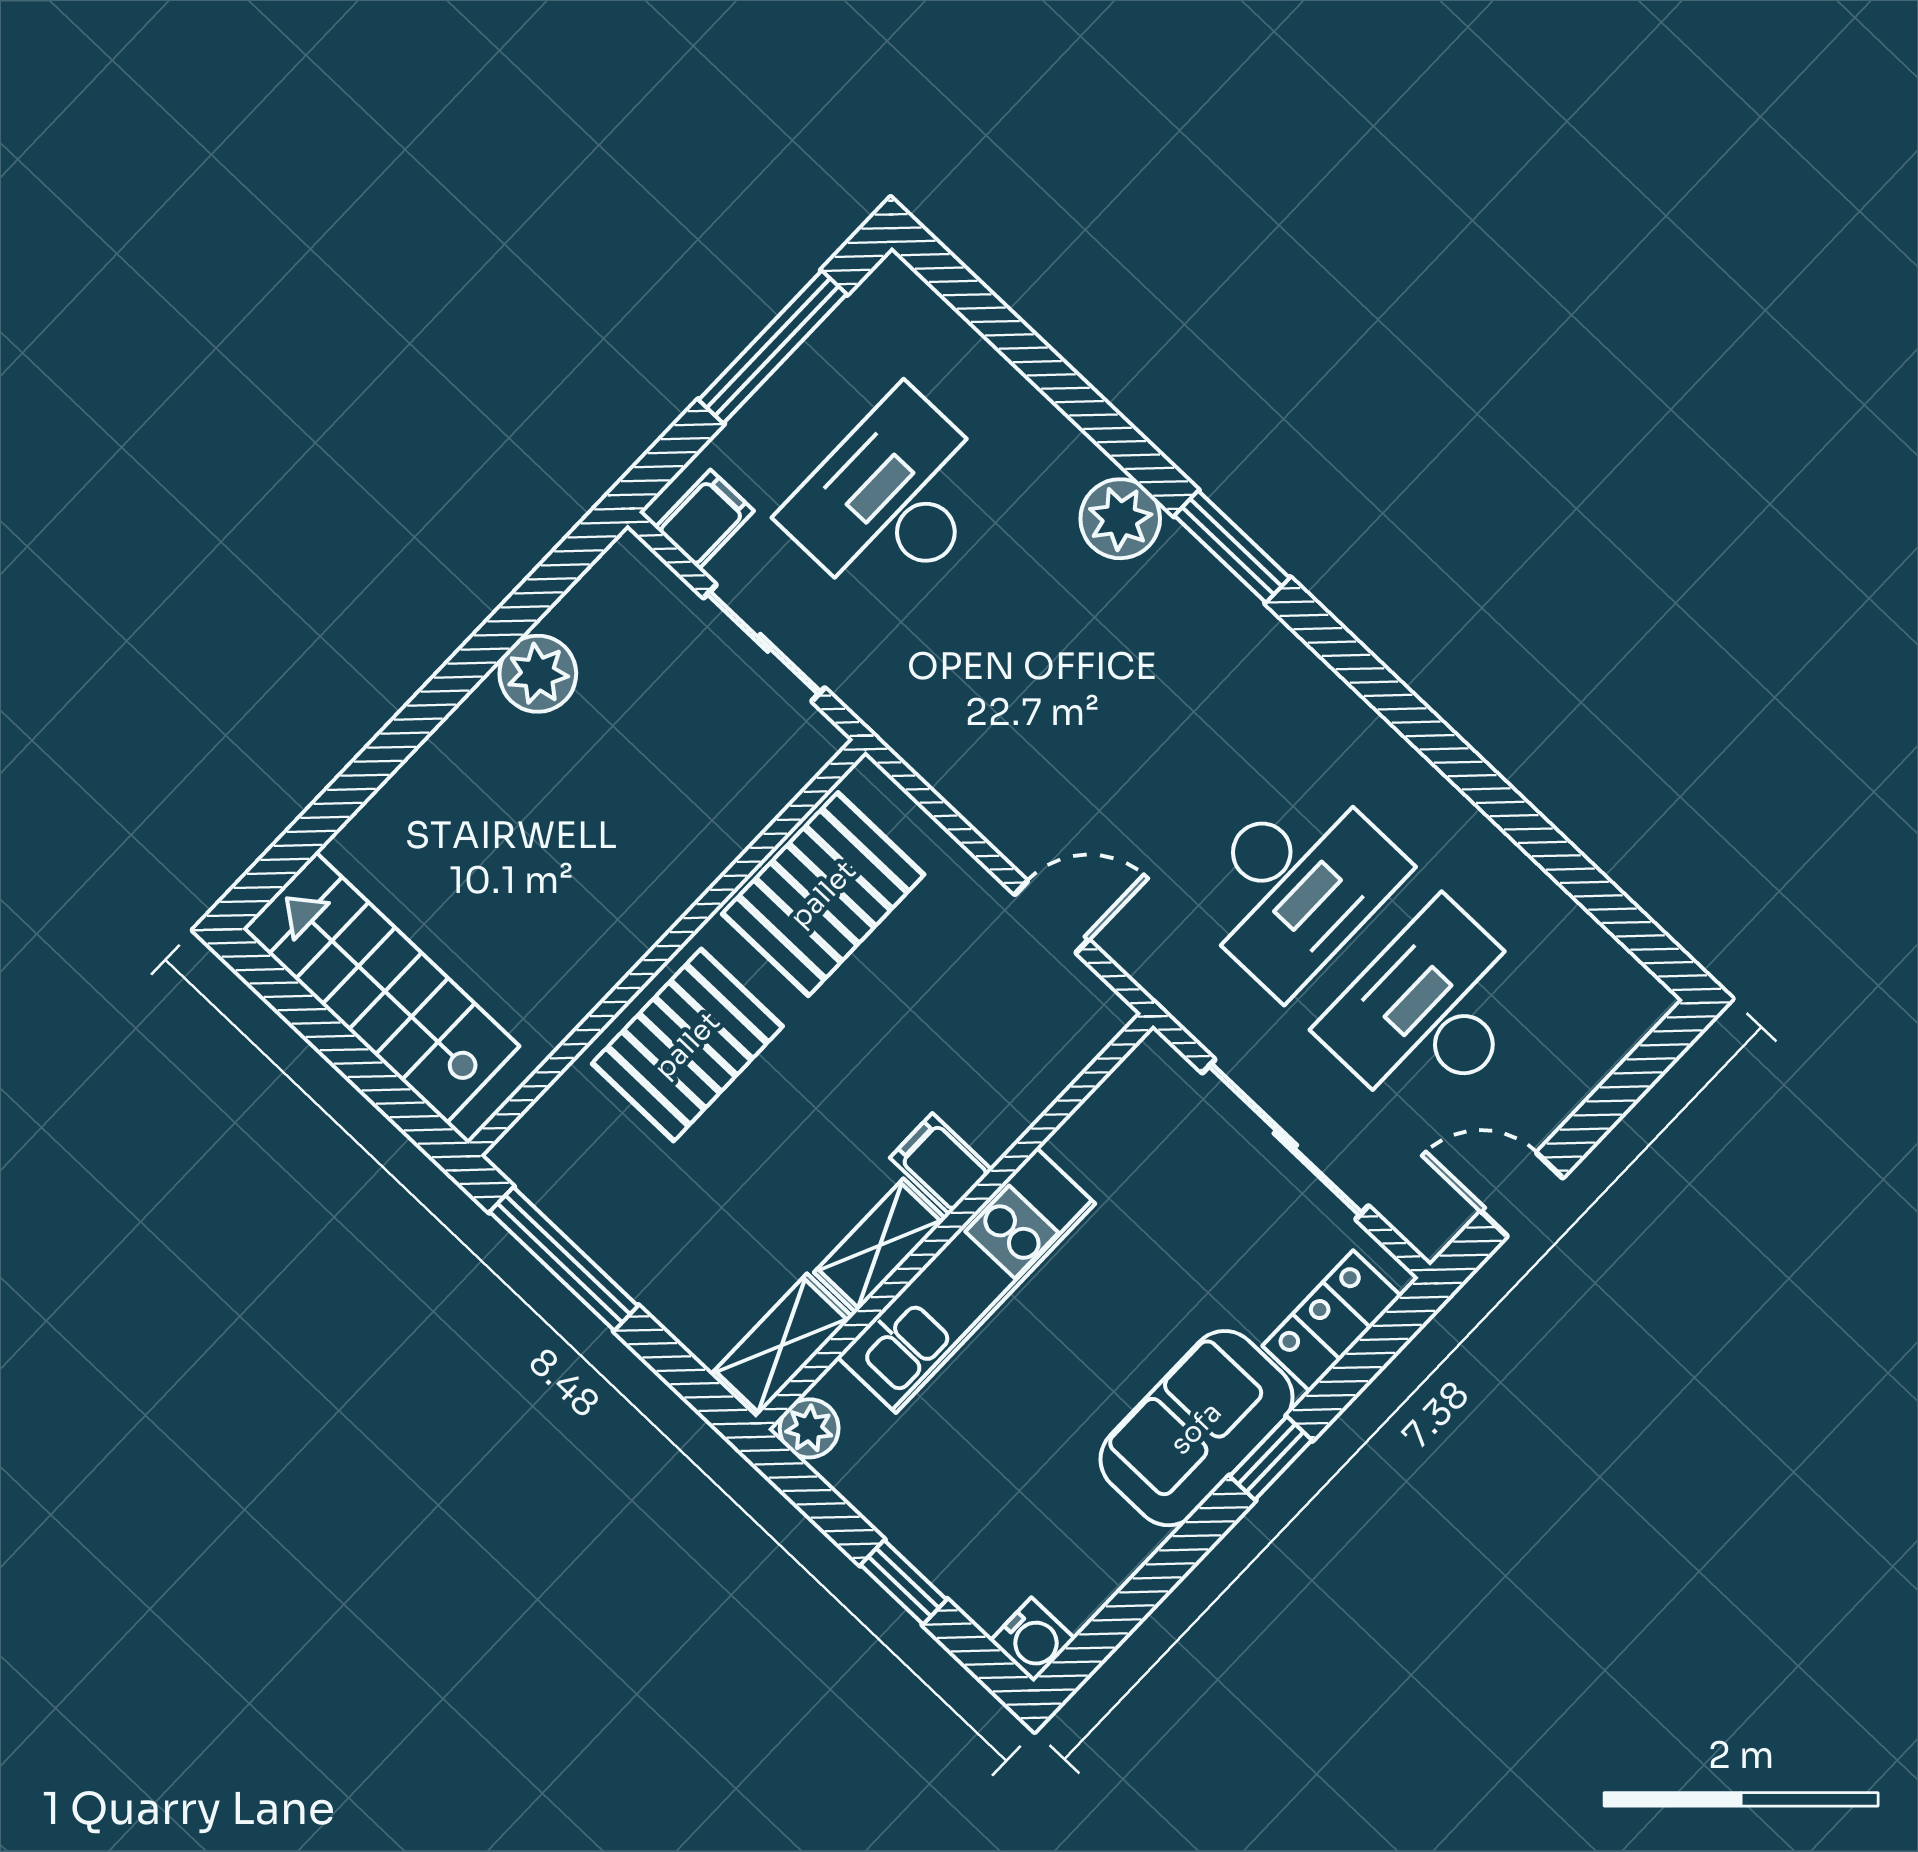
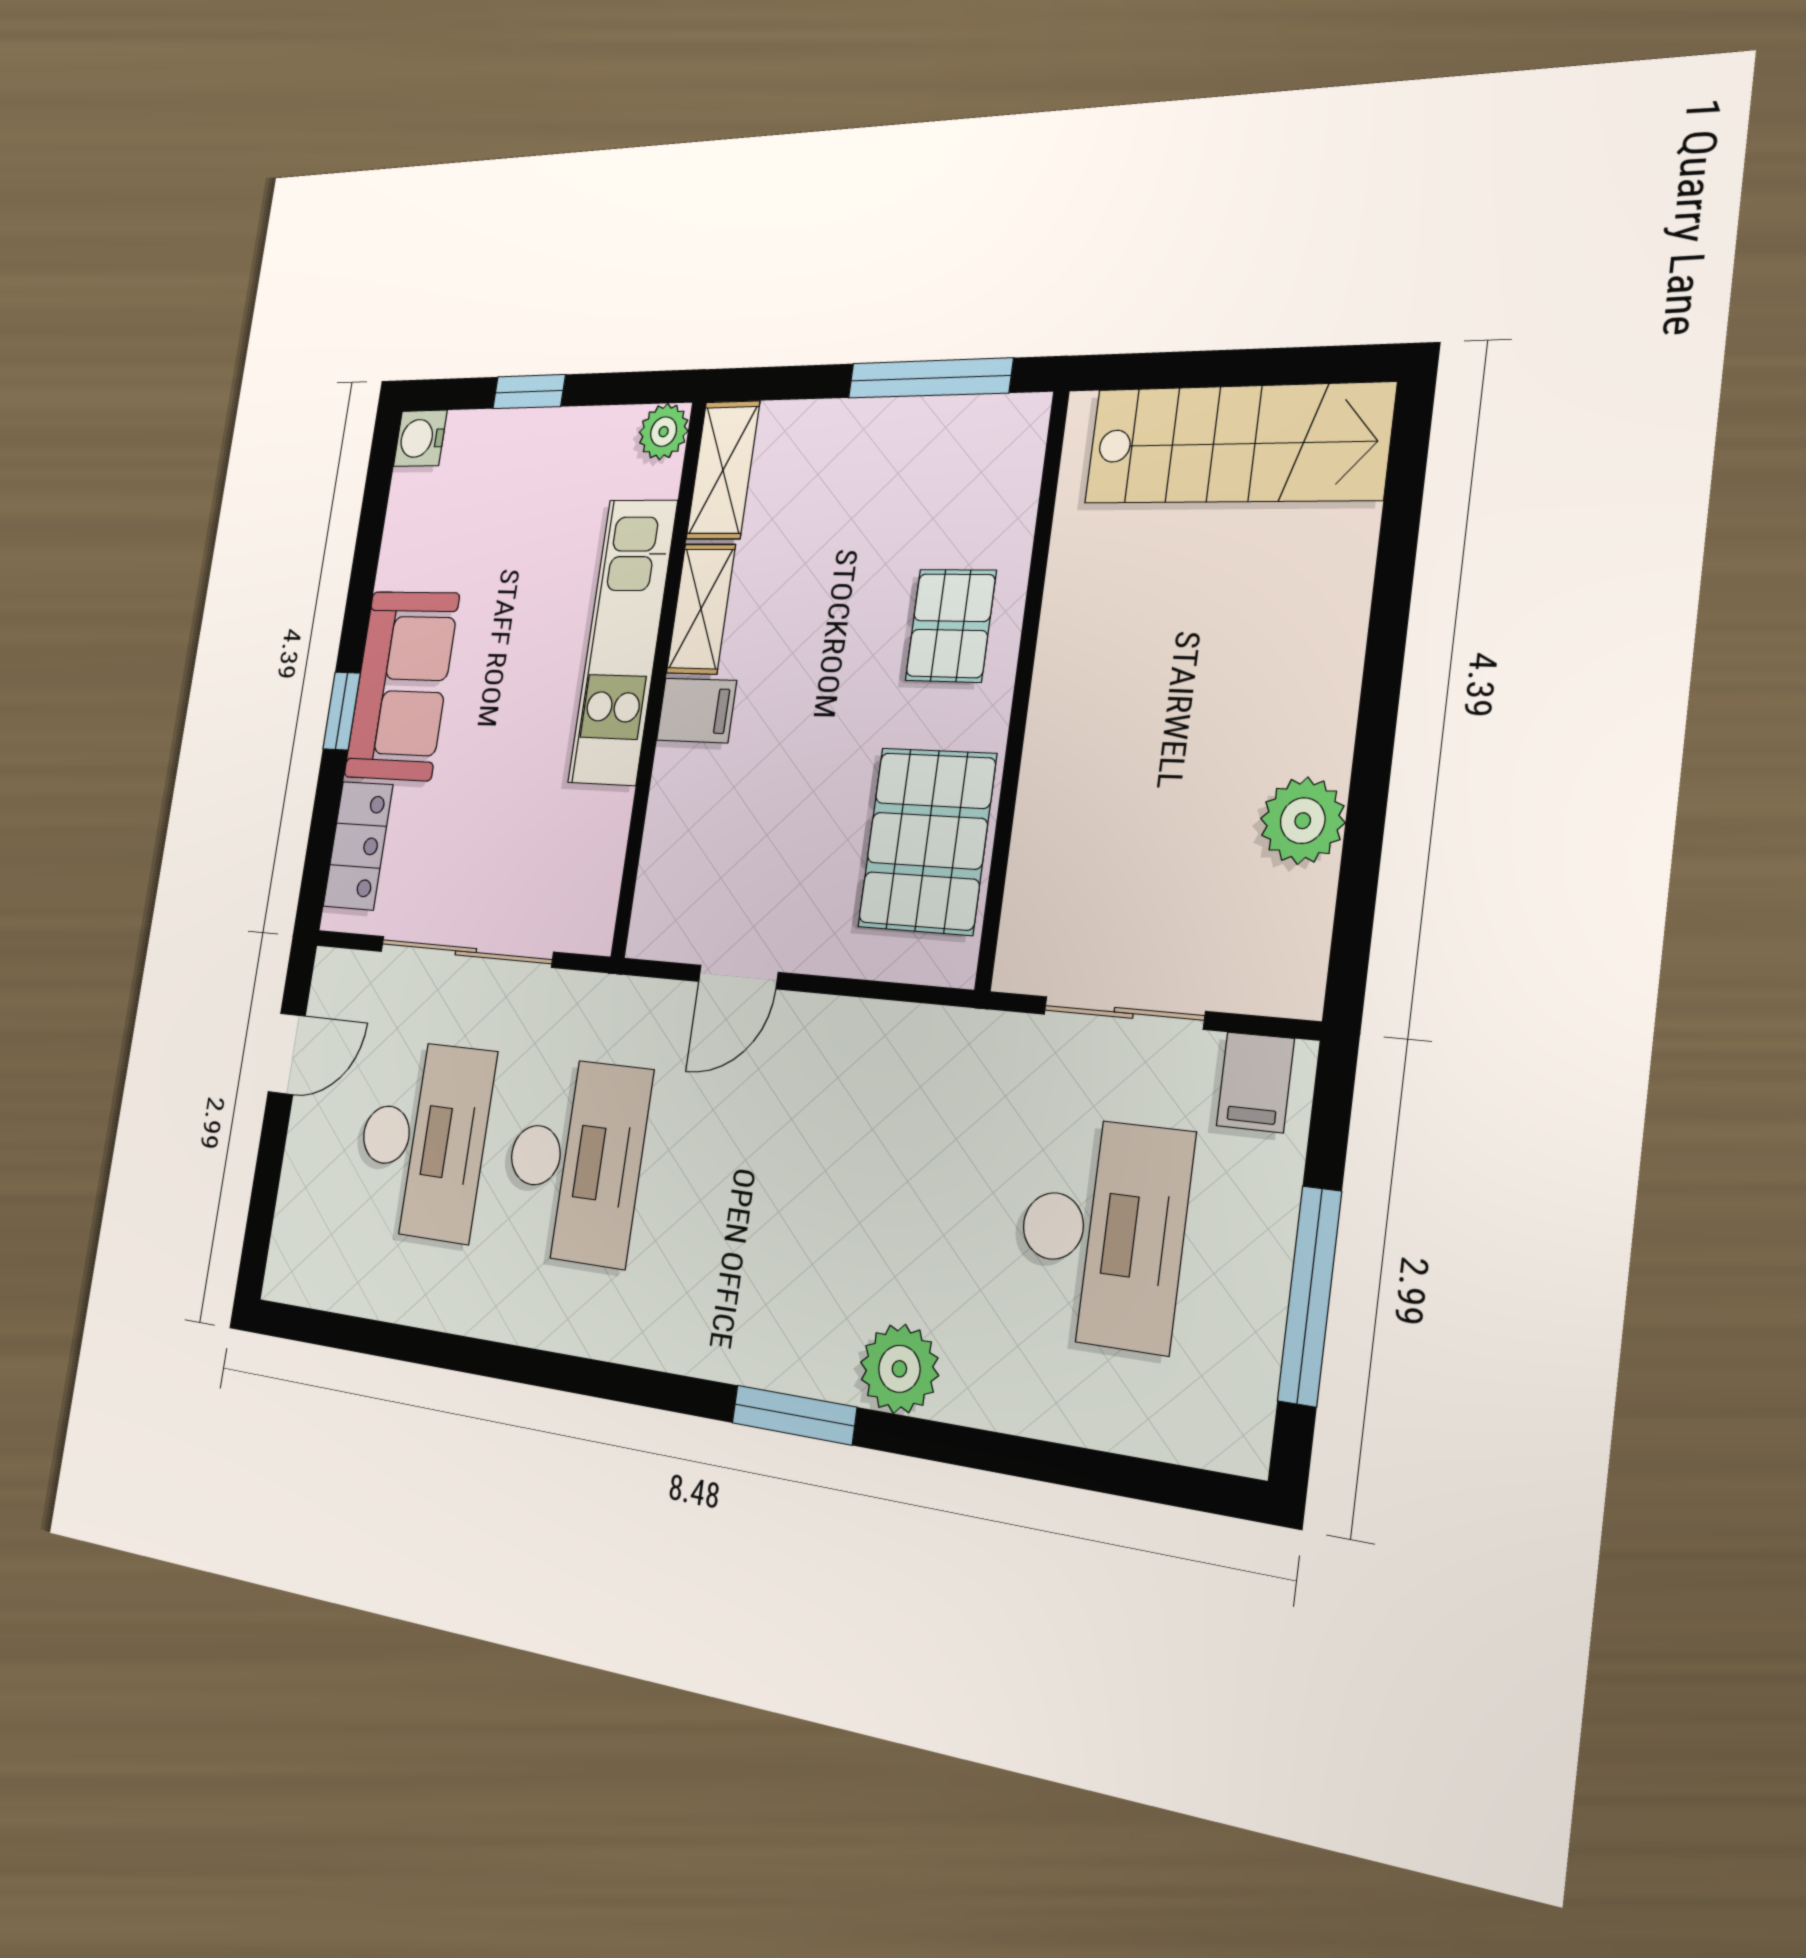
desk: (1296, 884) -> (575, 1161), turned 180
pallet: (687, 1045) -> (951, 626), width x0.67, depth x0.71

